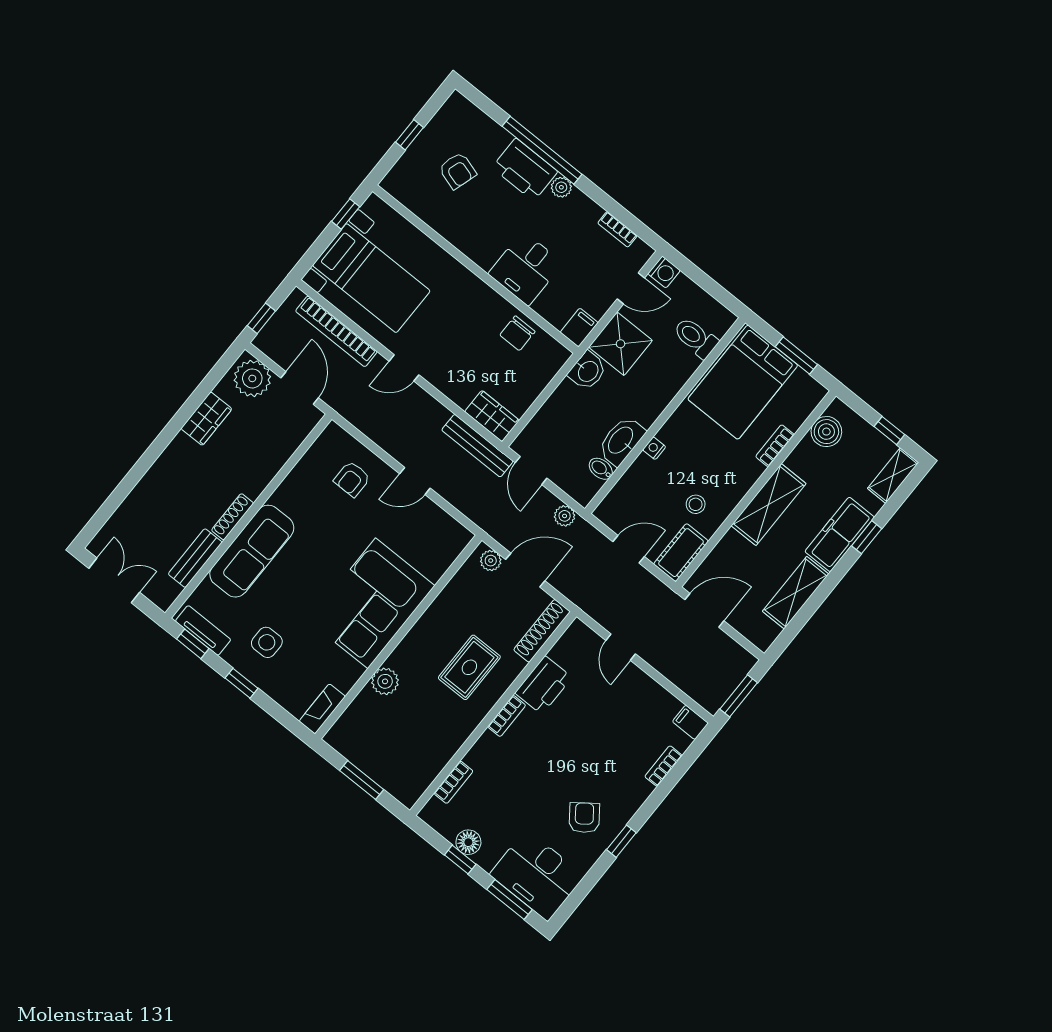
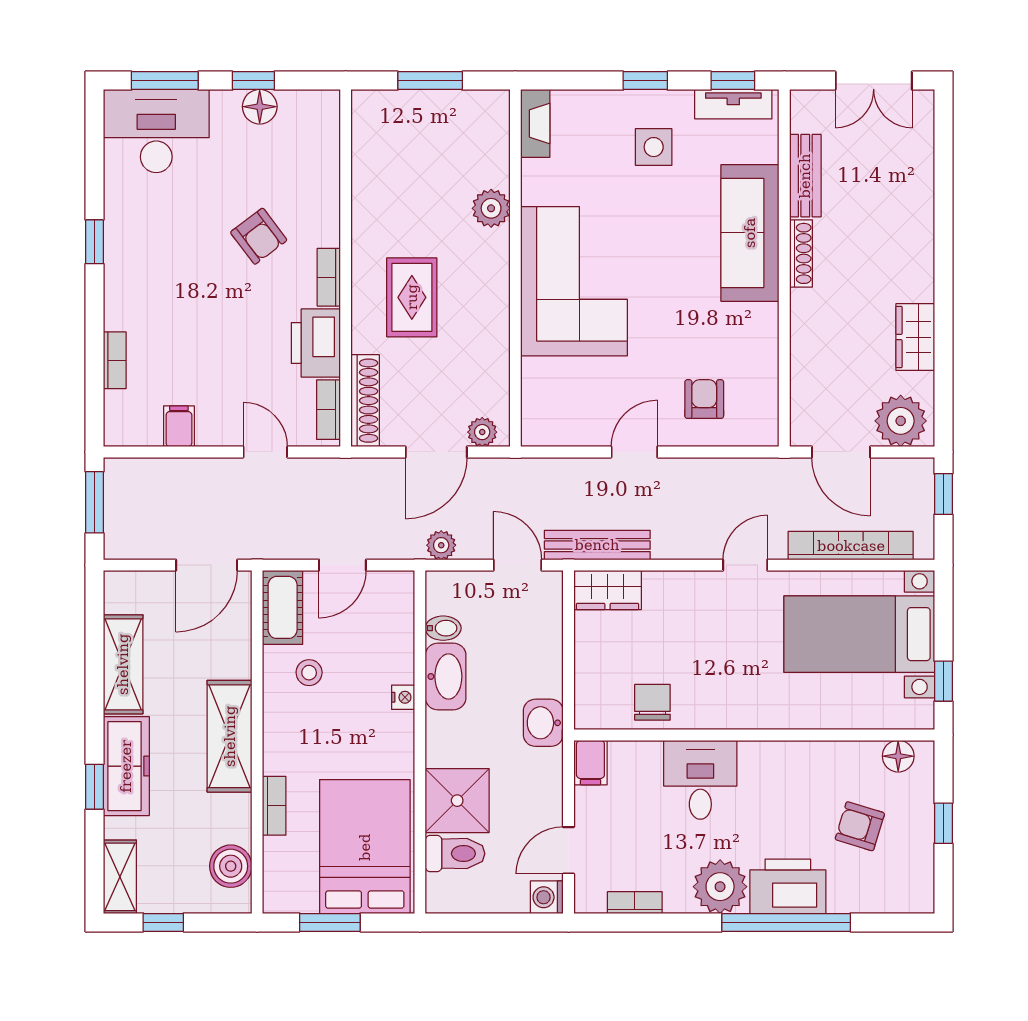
plant: (561, 187) -> (720, 887), width x1.88, depth x1.88
floor lamp: (405, 193) -> (898, 756), added
shower: (620, 344) -> (457, 801), moved
filing cabinet: (690, 722) -> (179, 426), moved, turned -90
bookcase: (453, 782) -> (328, 410), moved
armchair: (584, 818) -> (259, 236), moved

